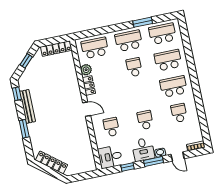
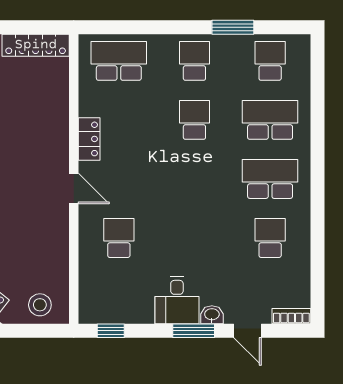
school desk: (162, 34) -> (270, 61), width x0.54
school desk: (129, 41) -> (194, 61), width x0.54
plant: (86, 70) -> (90, 104), removed
school desk: (145, 120) -> (194, 238), removed
desk: (110, 157) -> (103, 301), removed
stool: (82, 164) -> (40, 305), added
window: (128, 167) -> (111, 331), moved

